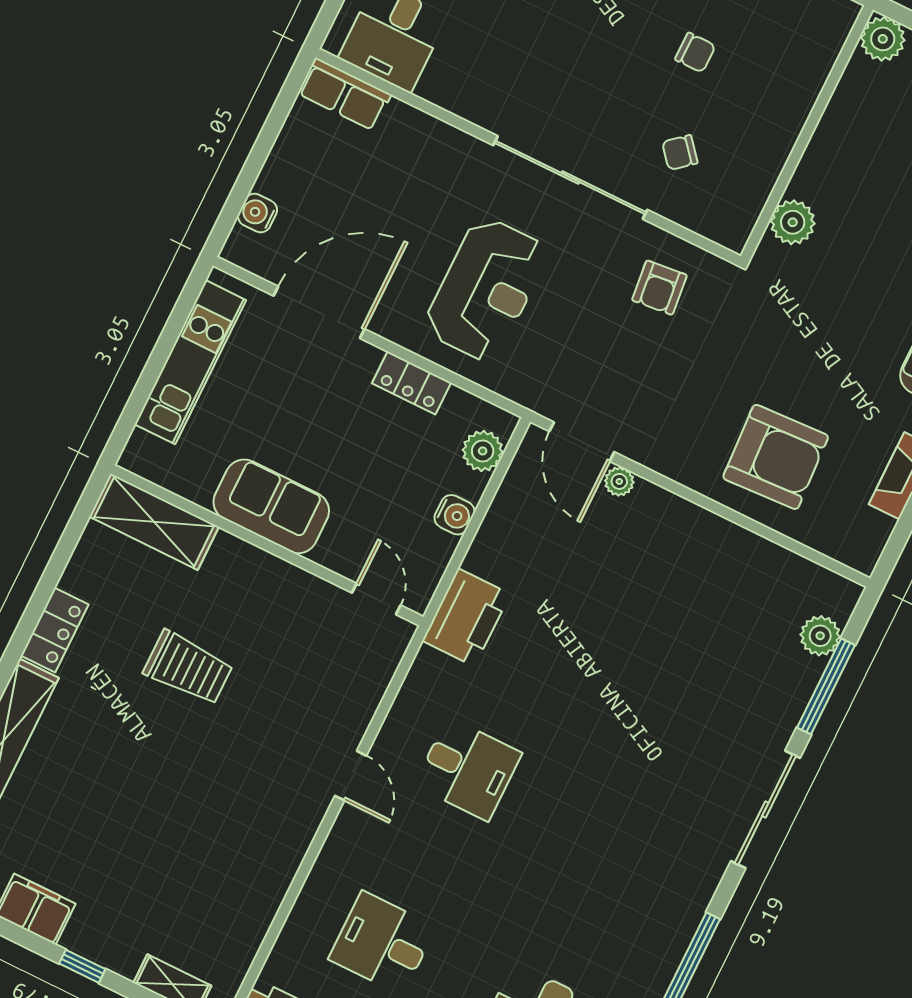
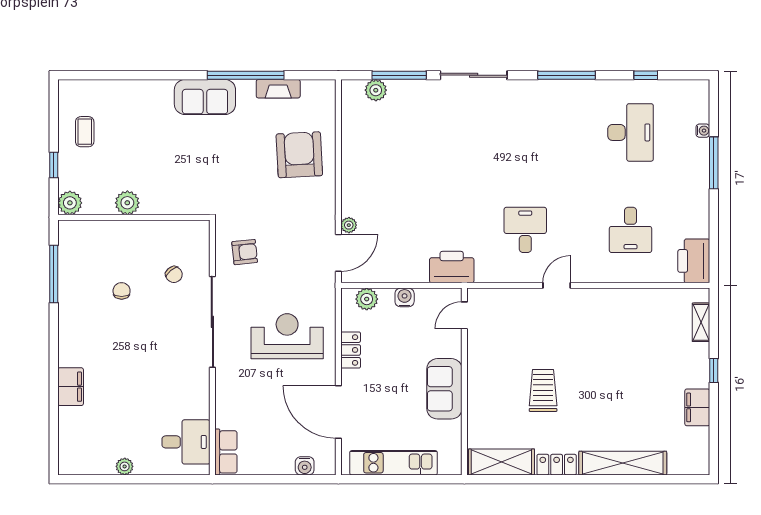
plant: (793, 222) -> (127, 203), moved
shelving: (154, 522) -> (501, 462), moved, turned 90

